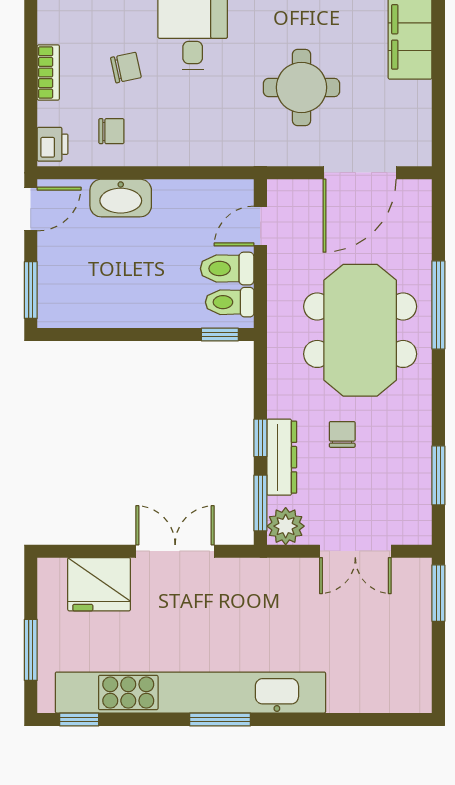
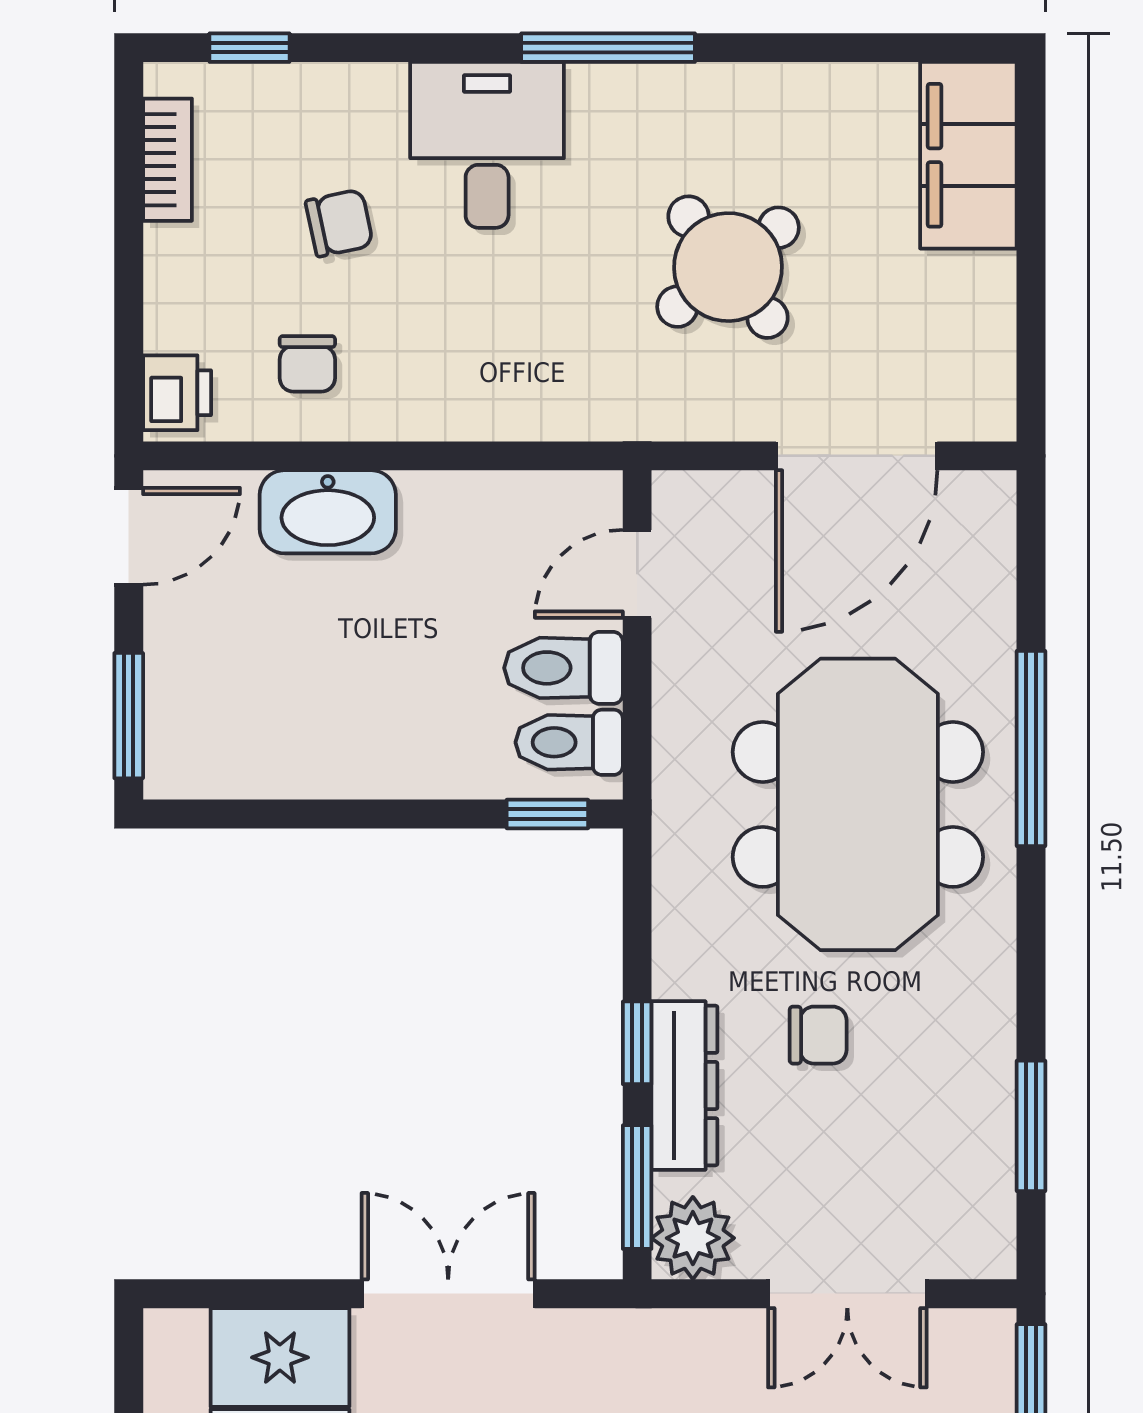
bookcase: (48, 72) -> (167, 160), moved
round table: (301, 87) -> (728, 267), turned -38
chair: (111, 131) -> (307, 364), turned 90
chair: (342, 434) -> (818, 1035), turned 90

